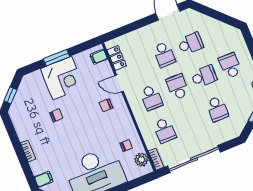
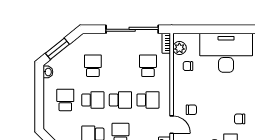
school desk: (230, 66) -> (65, 100), turned 180
school desk: (204, 76) -> (93, 100), turned 180
school desk: (178, 87) -> (120, 100), turned -90
school desk: (151, 98) -> (148, 100), turned 90

